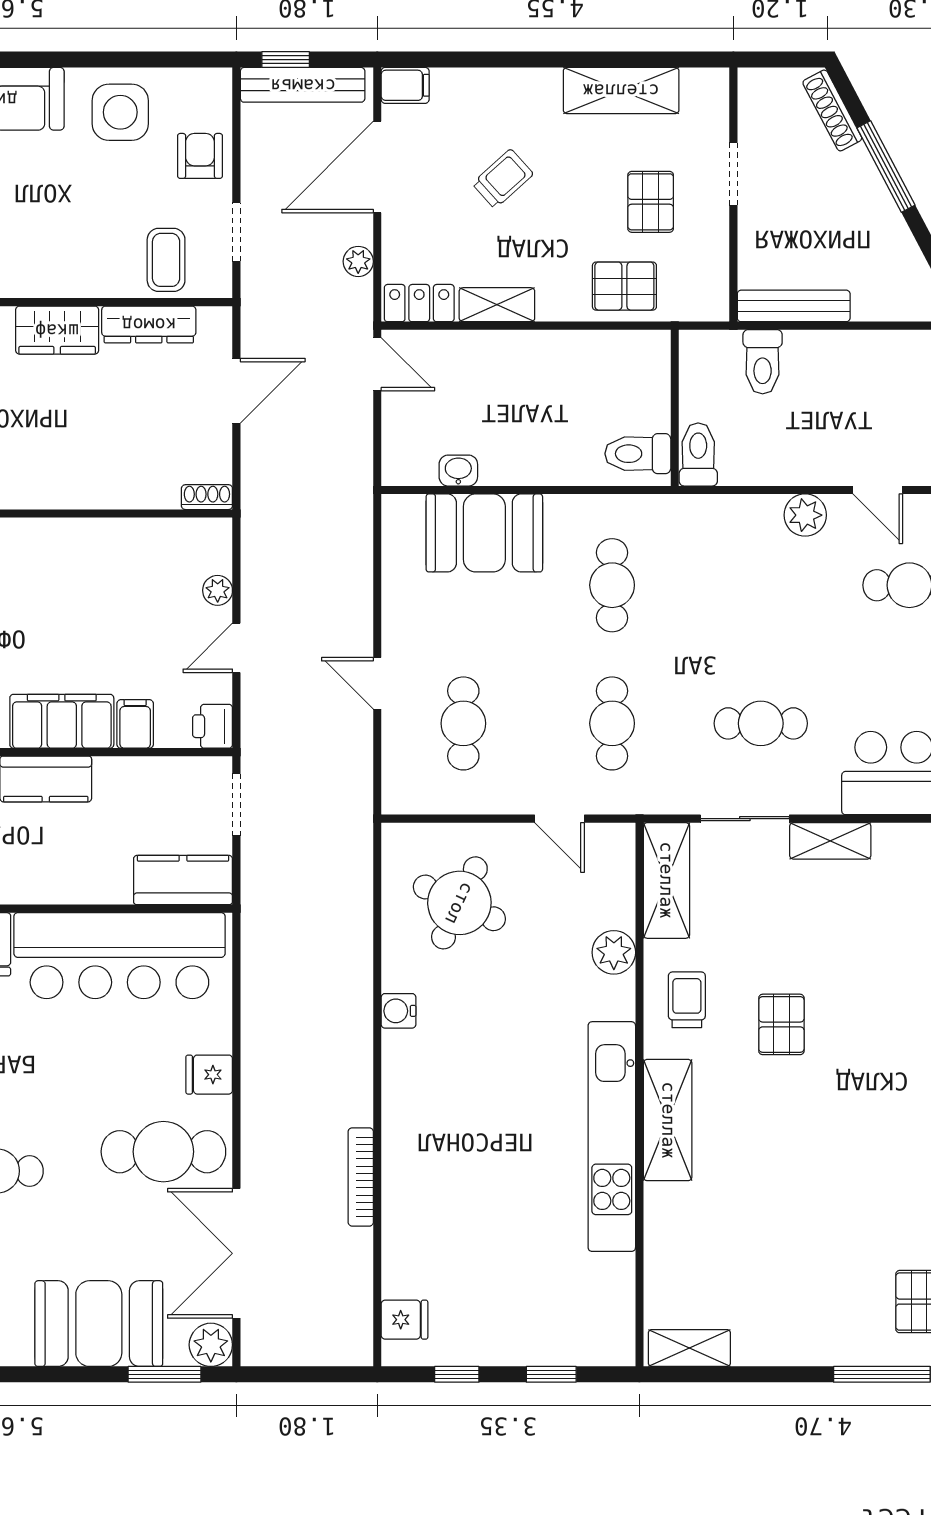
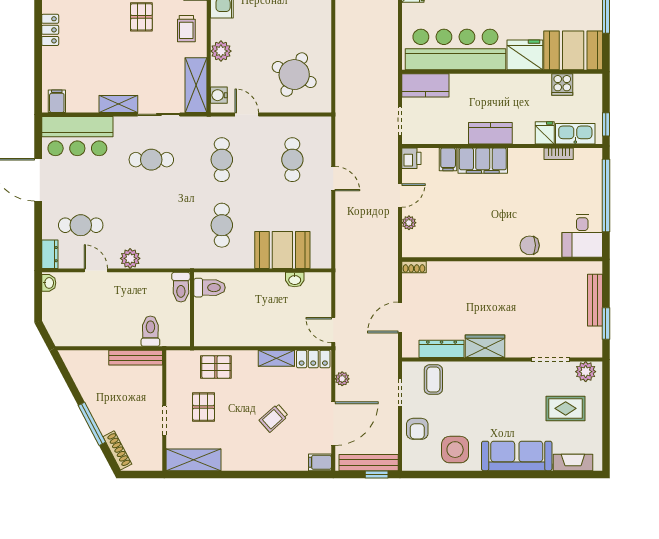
shelving: (621, 90) -> (194, 460), moved
water cooler: (399, 1011) -> (219, 95), moved, turned 180

